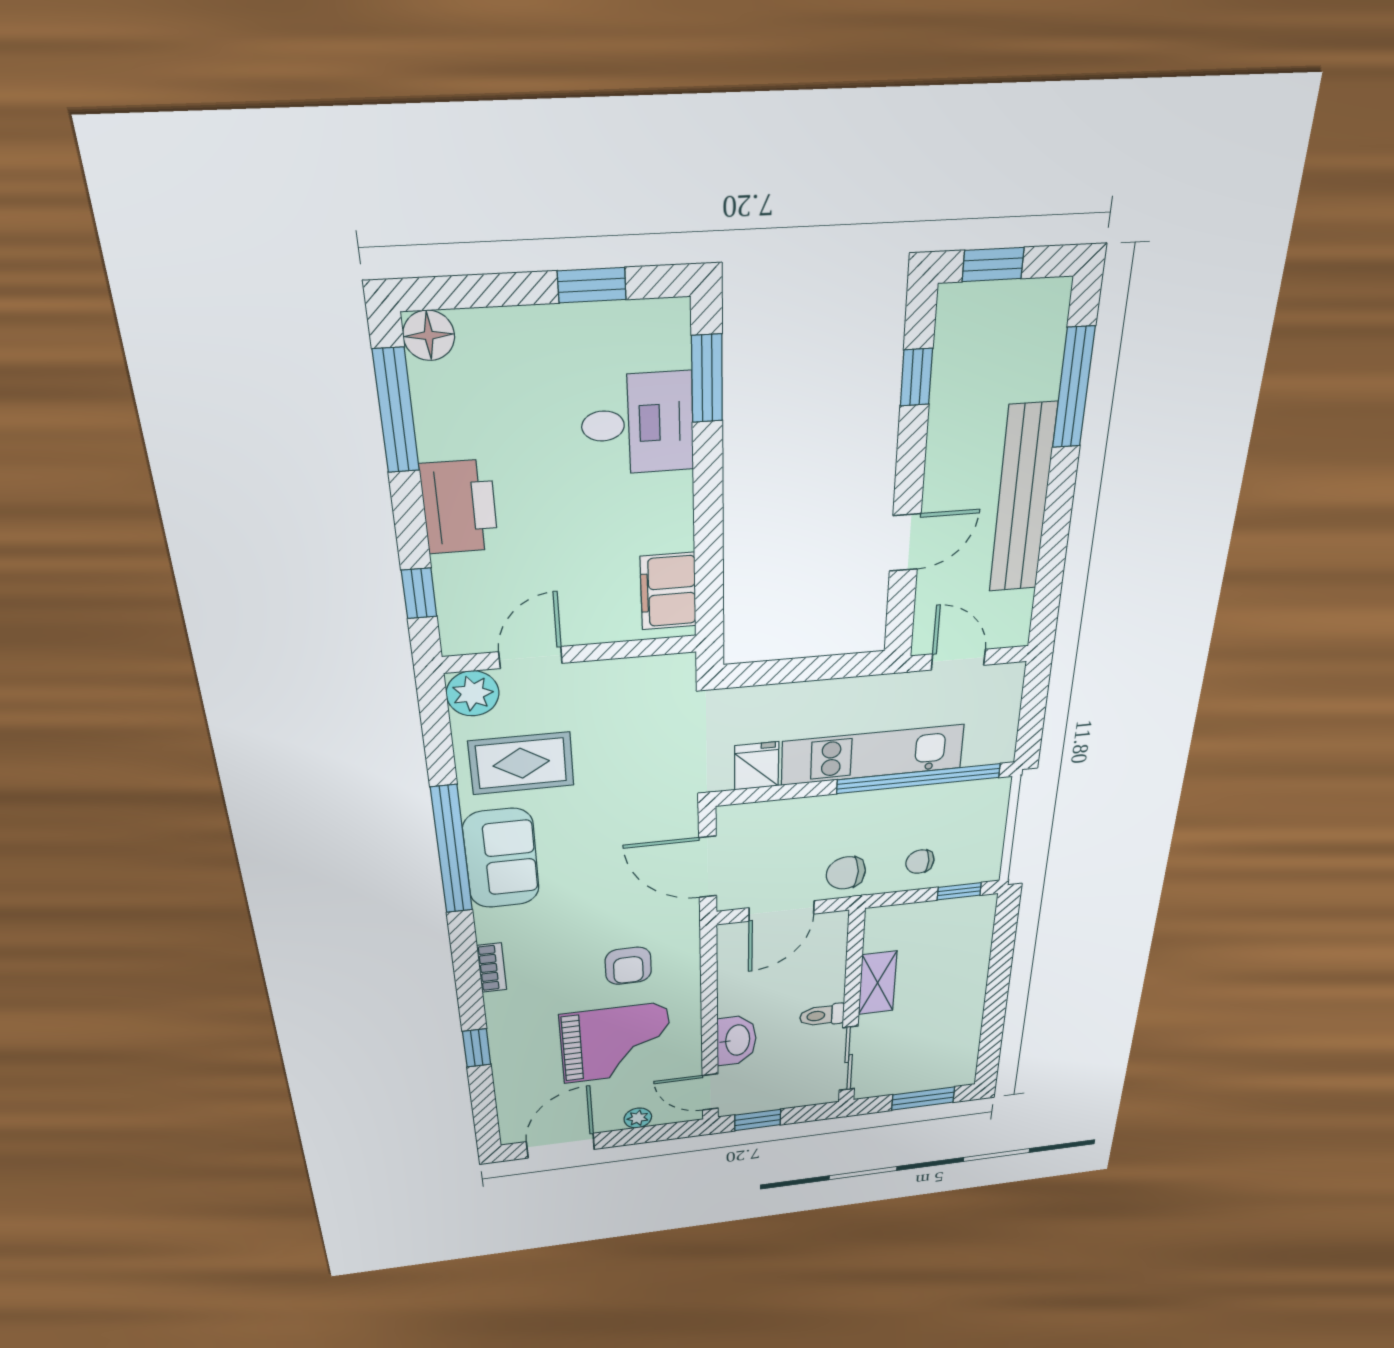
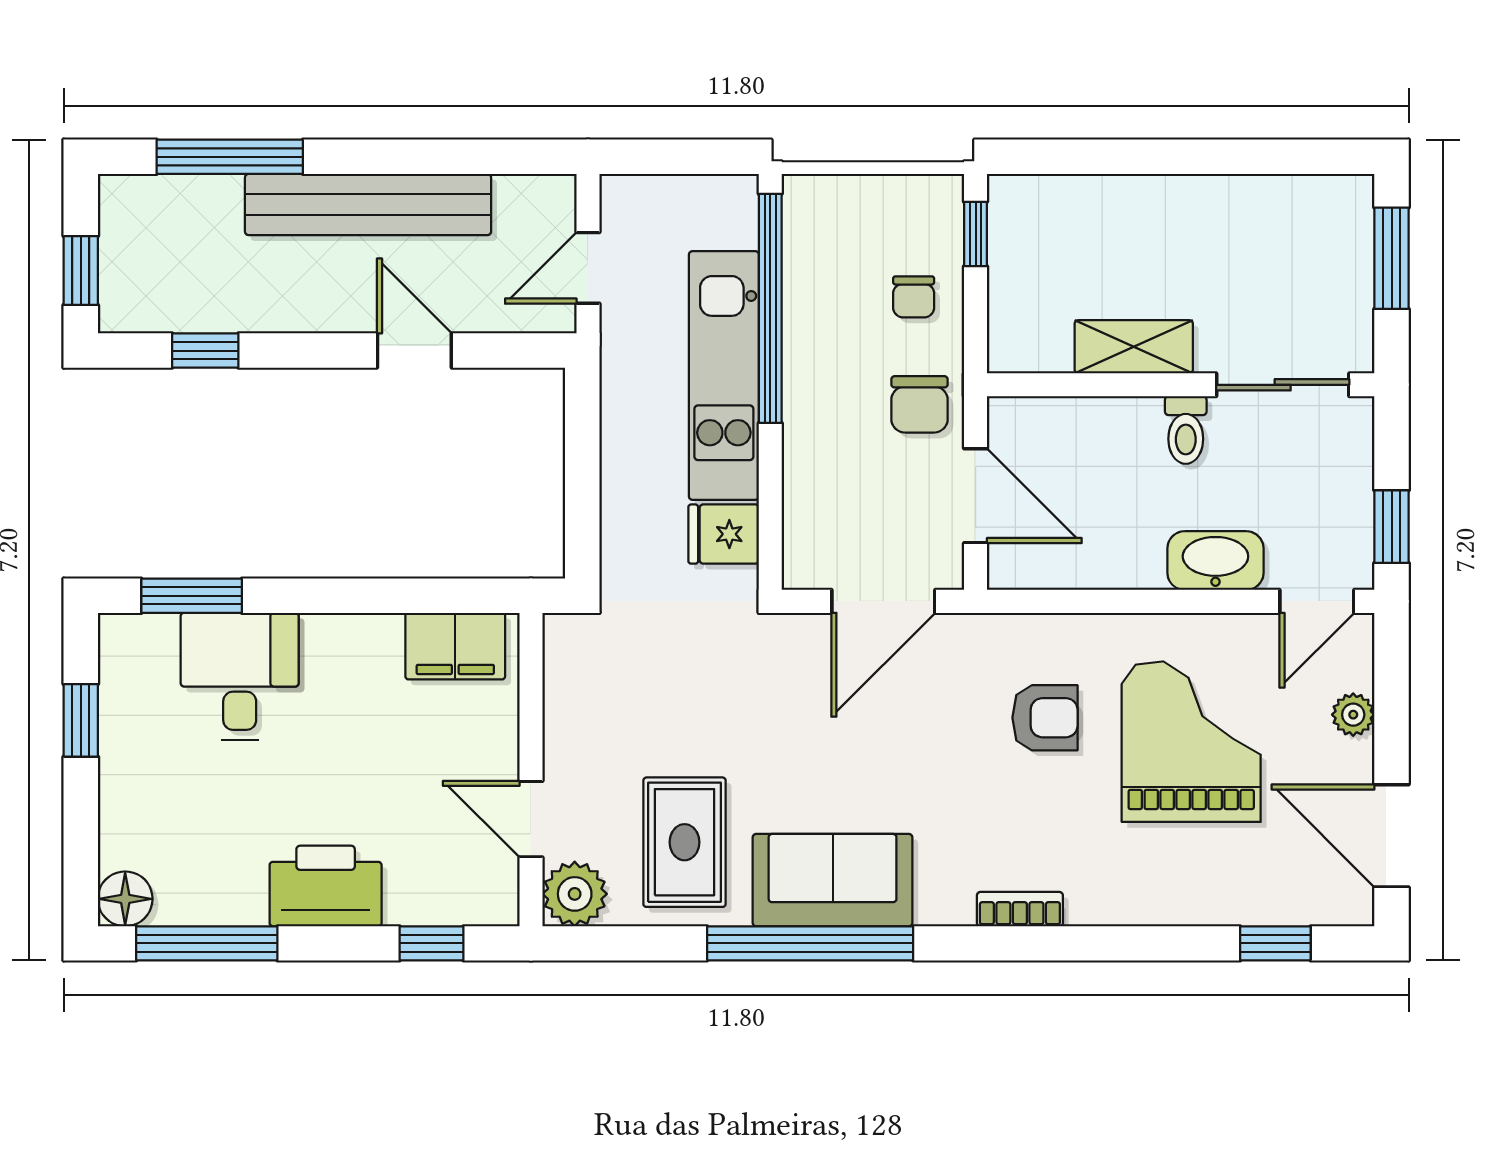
window: (477, 1048) -> (1275, 943), moved

